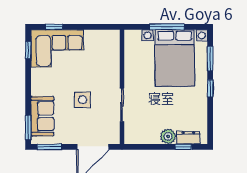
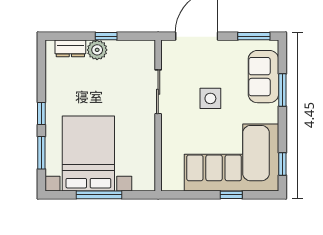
window: (54, 27) -> (231, 195), moved
corner sofa: (57, 48) -> (231, 157), width x1.36, depth x1.36
window: (28, 127) -> (282, 90), moved
window: (183, 147) -> (106, 36), moved

